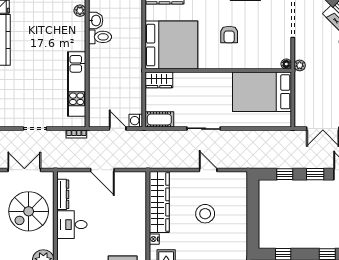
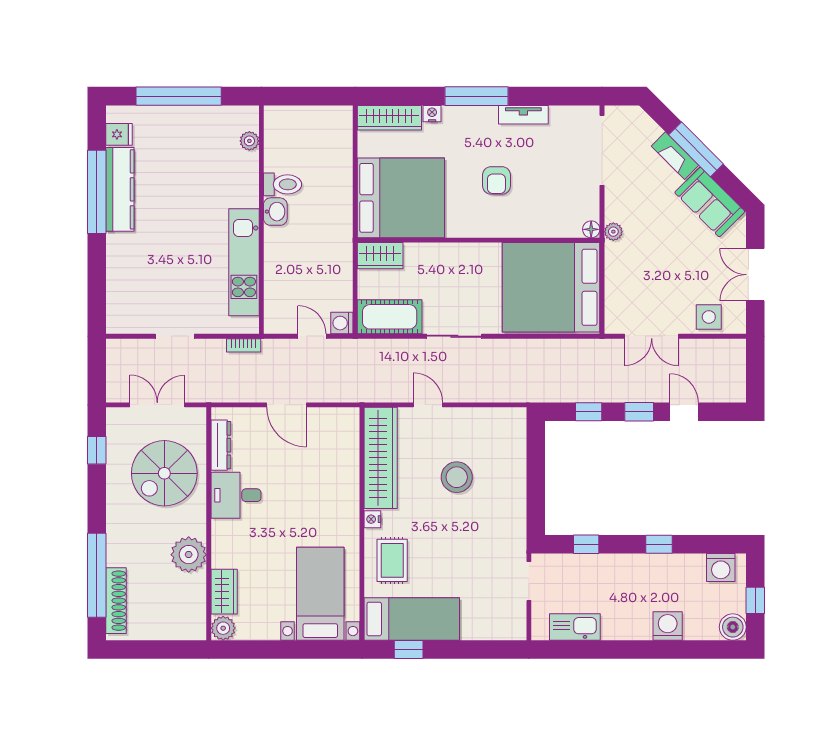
washbasin: (96, 20) -> (275, 212), moved
bed: (262, 92) -> (551, 287), width x1.36
cot: (159, 119) -> (390, 317), width x1.37, depth x1.34
door: (208, 170) -> (428, 405), moved

